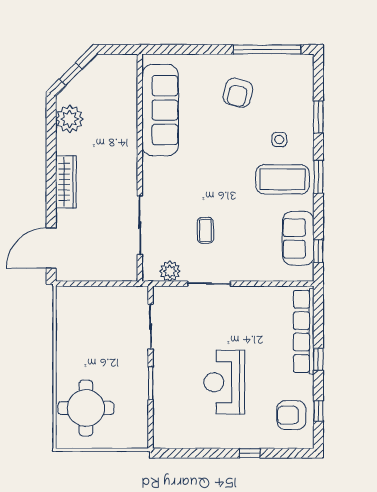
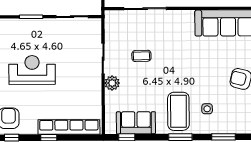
plant: (170, 271) -> (112, 83), moved

